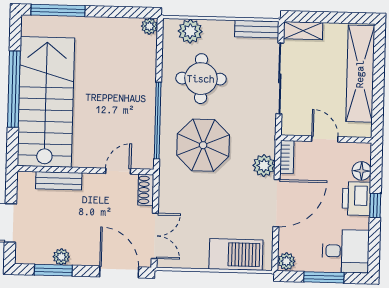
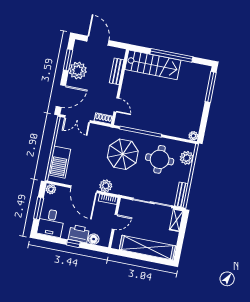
stairs: (46, 102) -> (153, 65), width x0.73, depth x0.66
plant: (61, 257) -> (78, 70), width x1.87, depth x1.87

